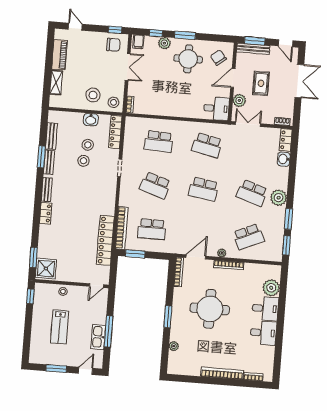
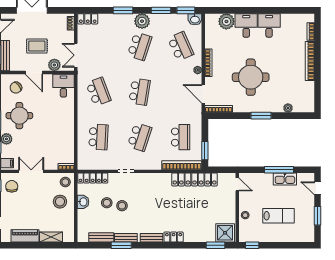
school desk: (207, 145) -> (98, 92), turned -33
washbasin: (284, 159) -> (195, 19), moved
window: (292, 178) -> (123, 10), added

